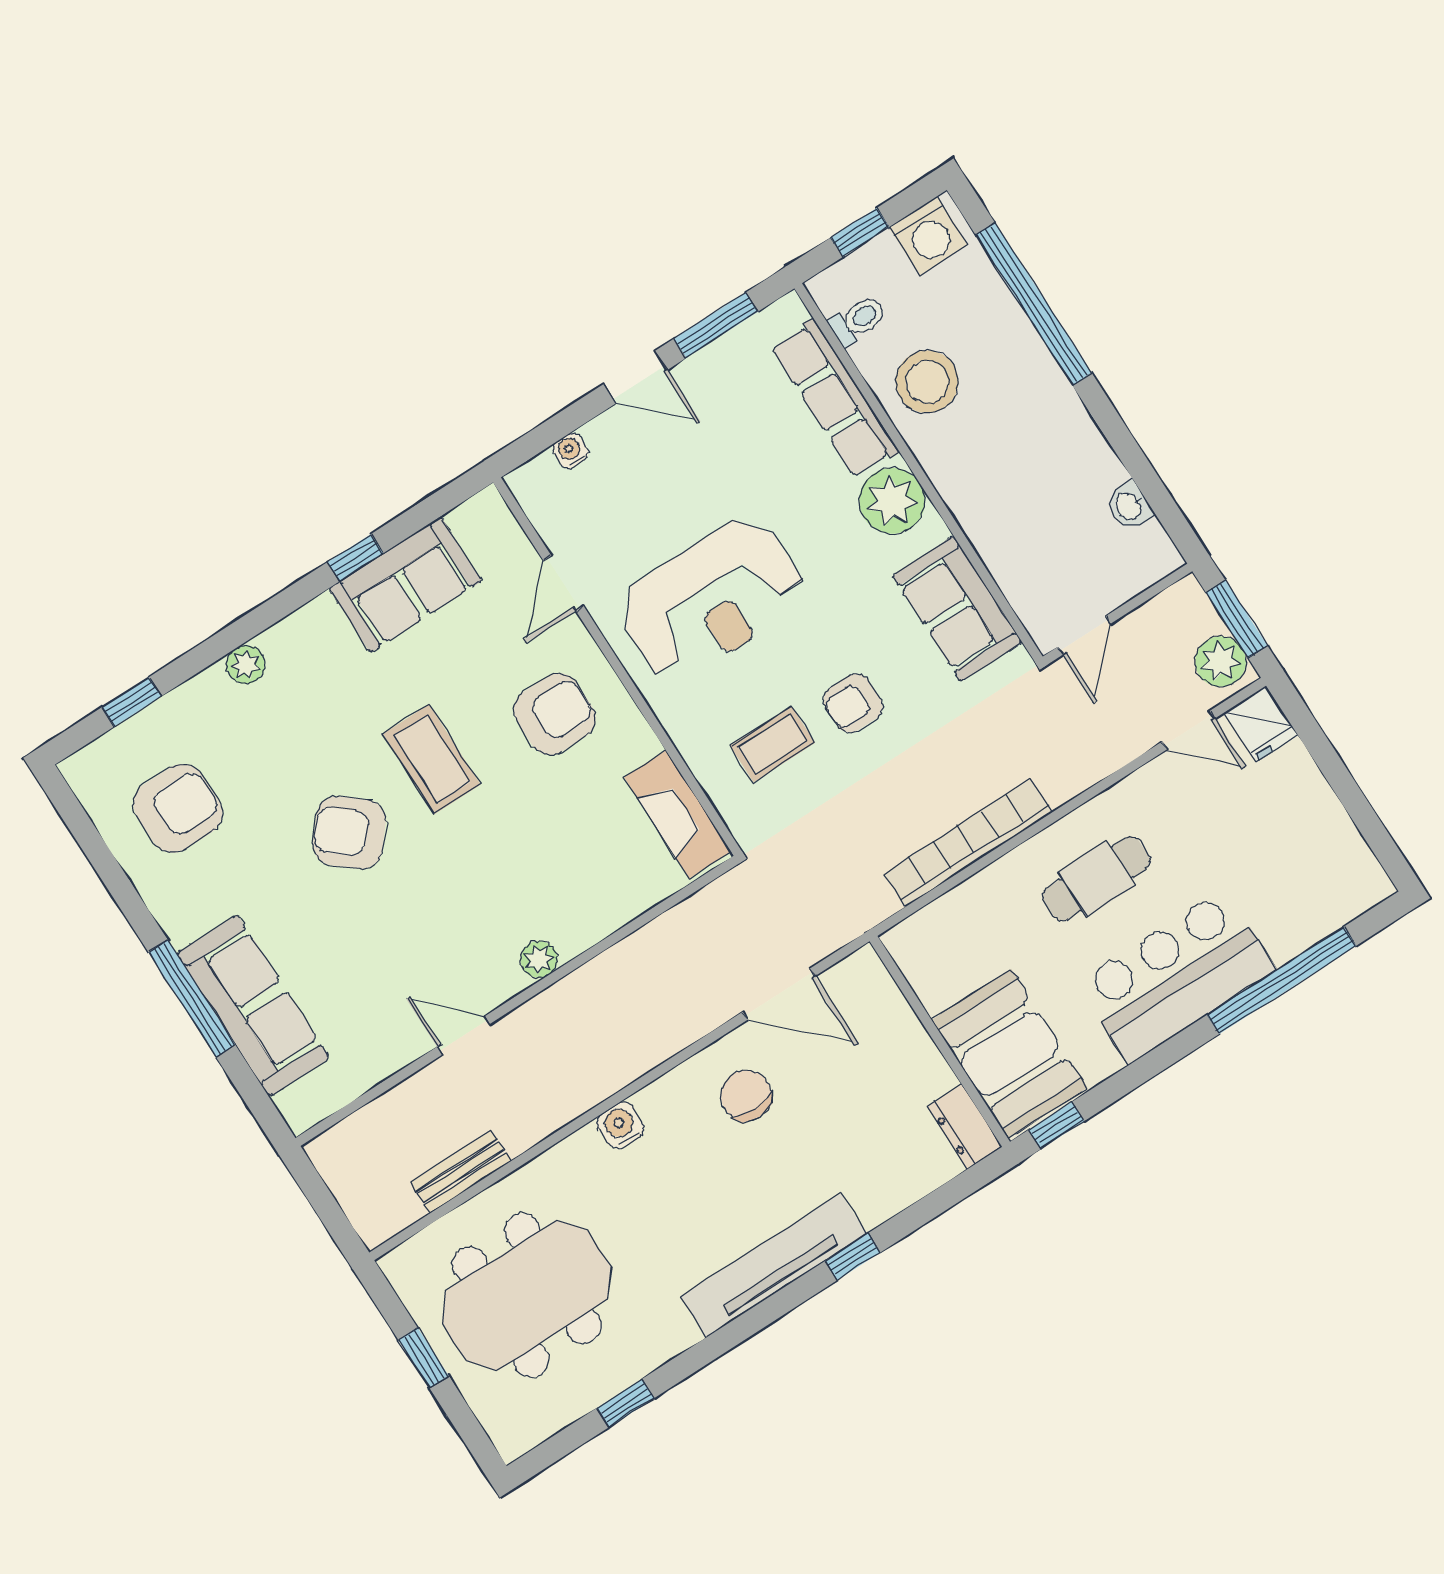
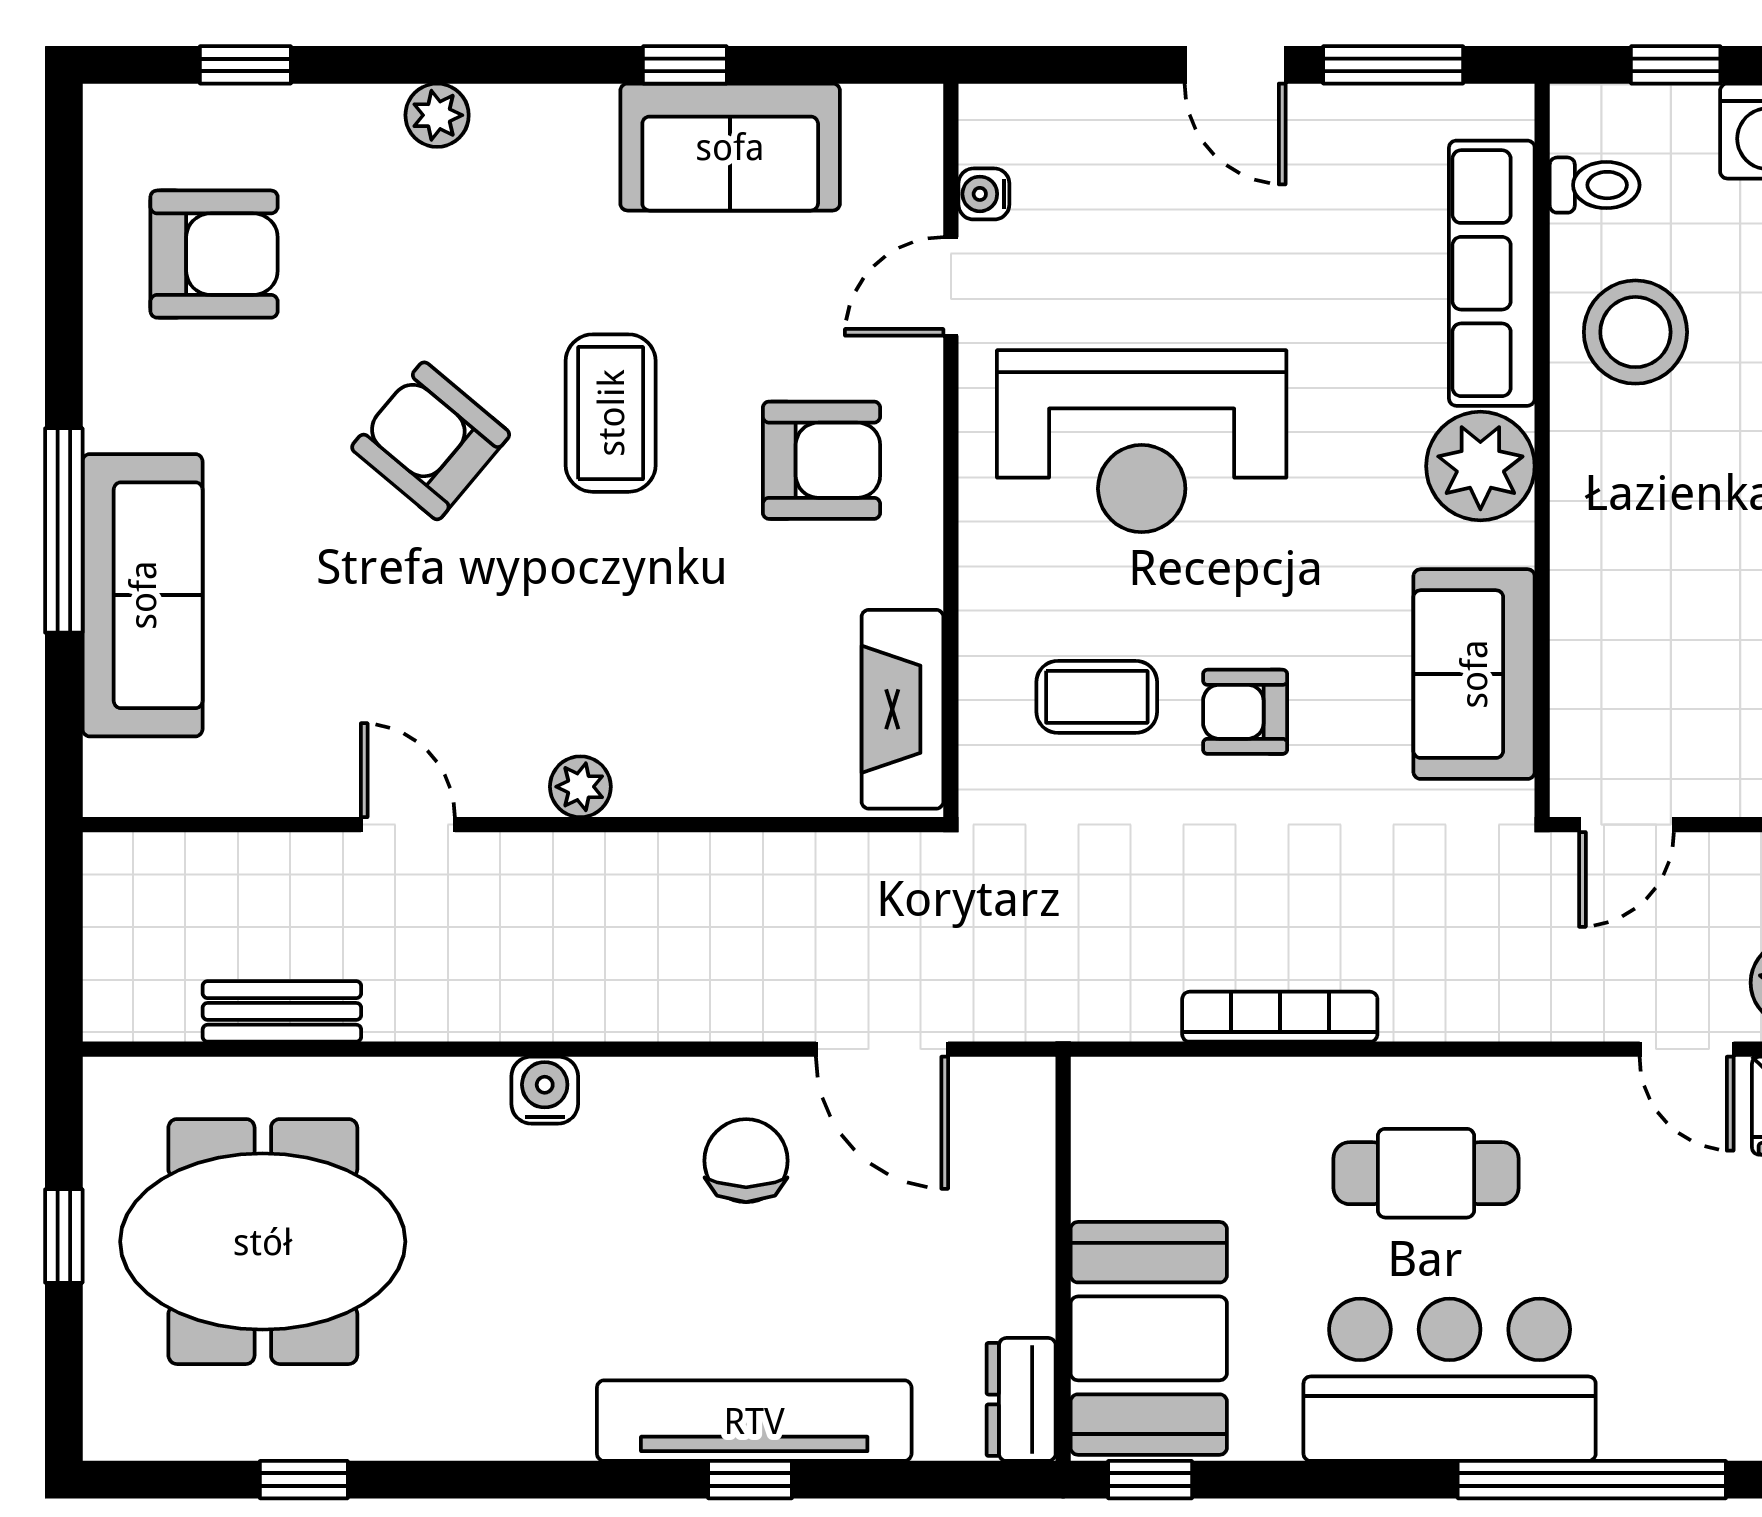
water cooler: (570, 451) -> (984, 194), moved, turned -90
bookcase: (968, 843) -> (1280, 1017), width x0.68, depth x0.76
tv unit: (774, 1265) -> (754, 1421), moved

